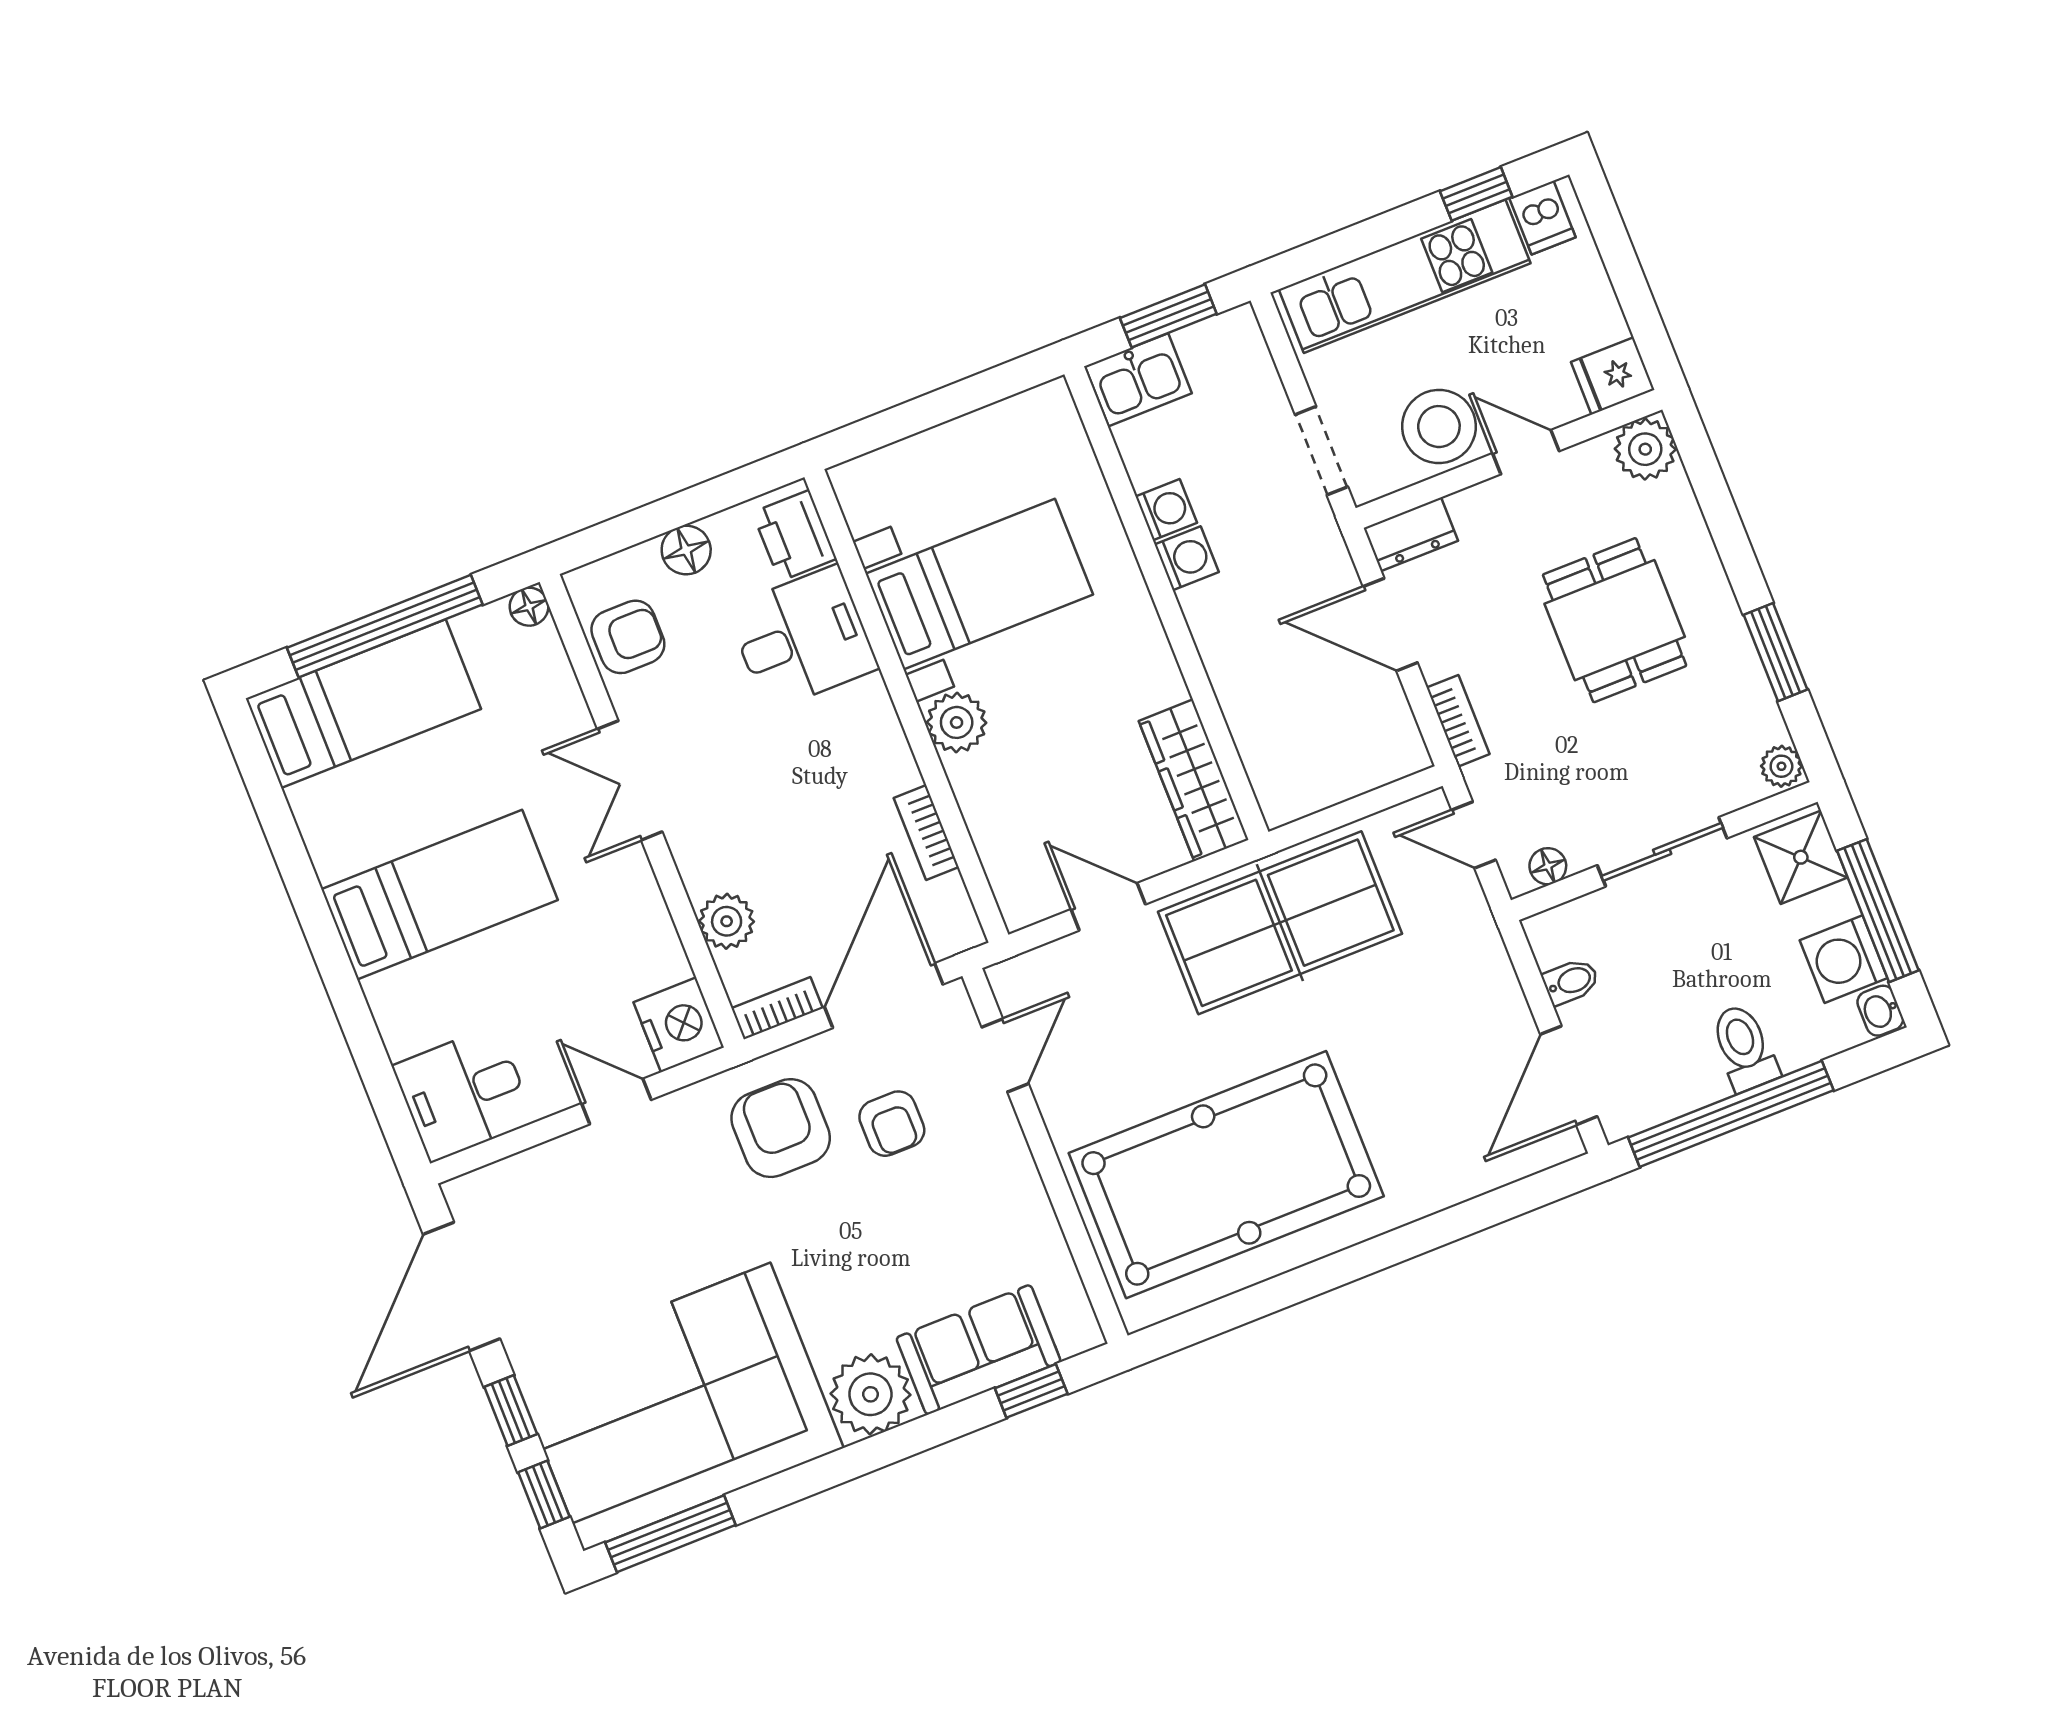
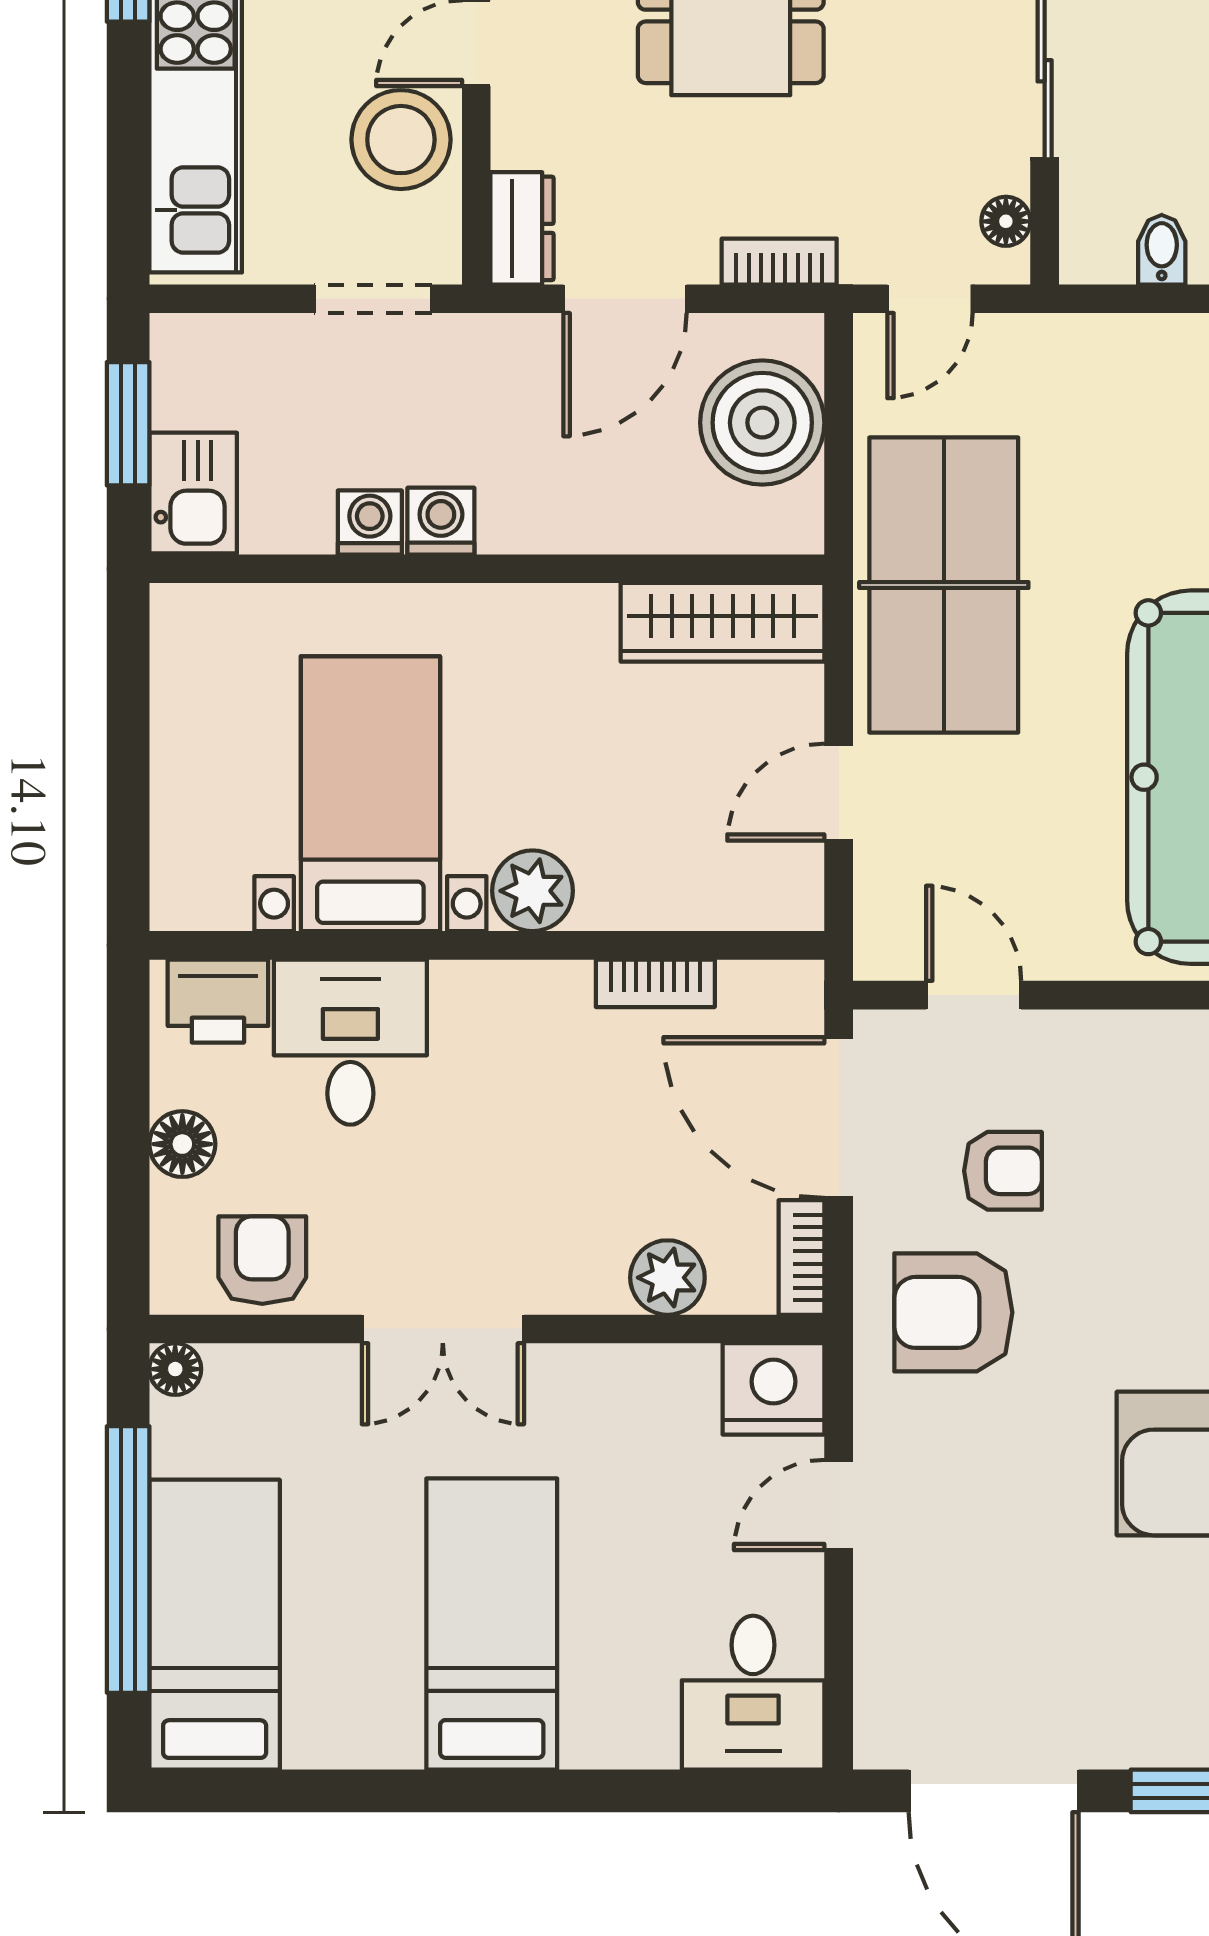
boiler: (1342, 753) -> (762, 423), added

